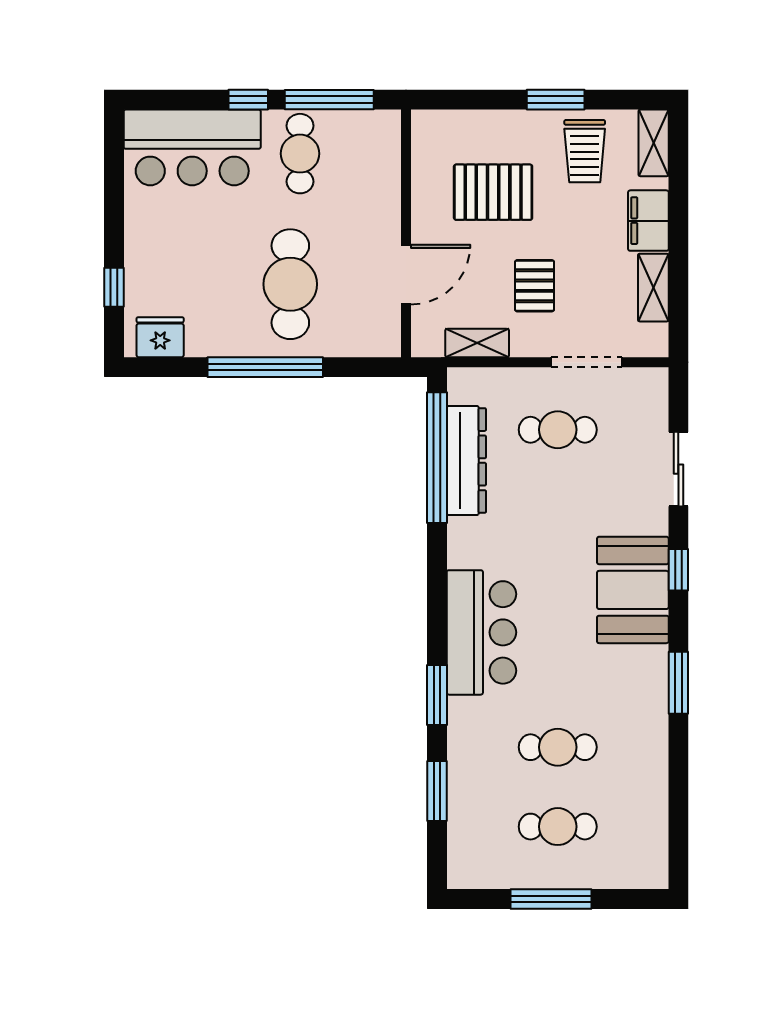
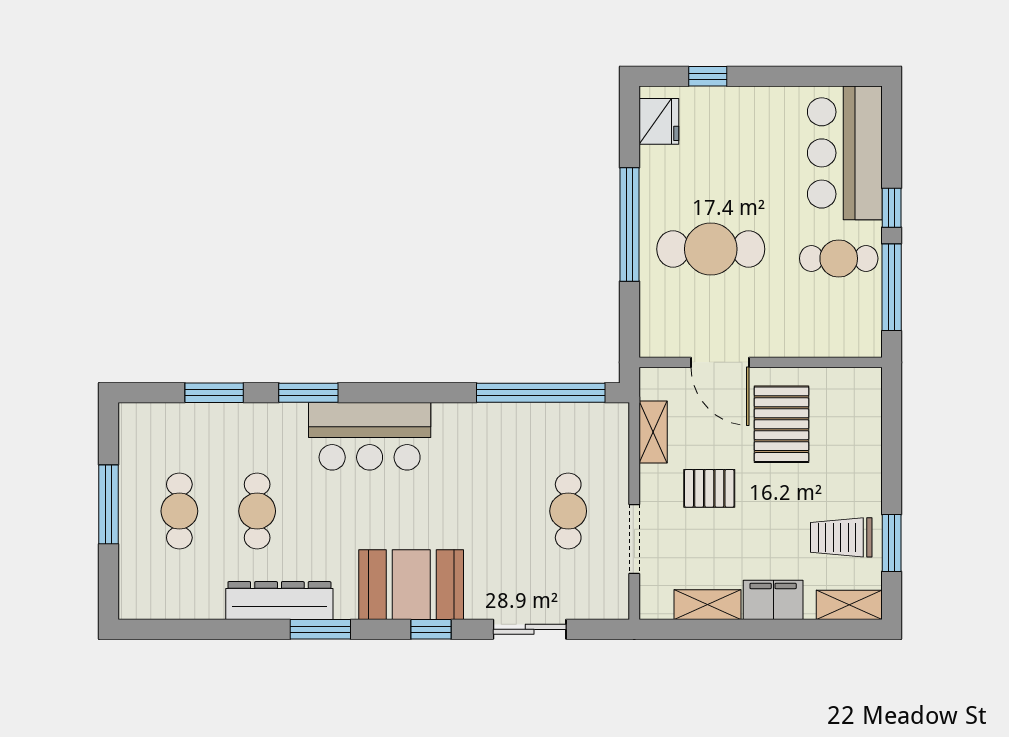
window: (556, 100) -> (892, 543), moved
pallet: (493, 192) -> (782, 424), moved
dresser: (466, 461) -> (279, 601), moved, turned 180

